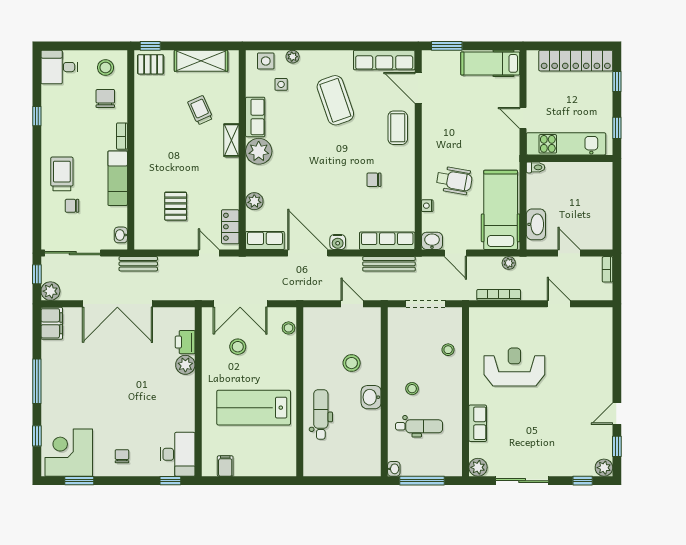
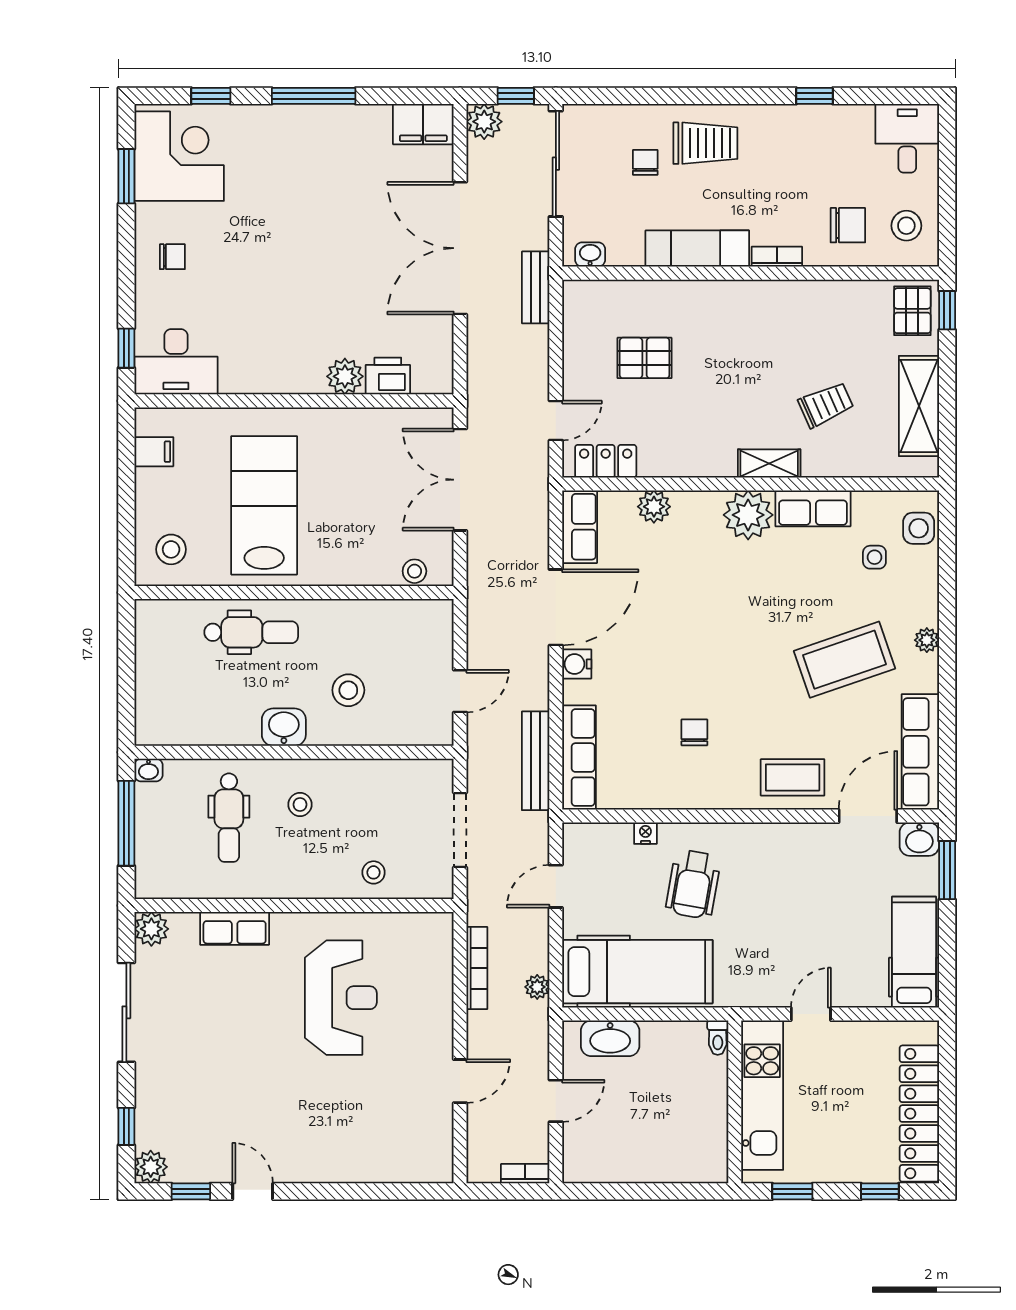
plant: (293, 57) -> (927, 640), moved
washbasin: (432, 241) -> (919, 839), moved, turned 90
stool: (238, 347) -> (171, 549), moved

